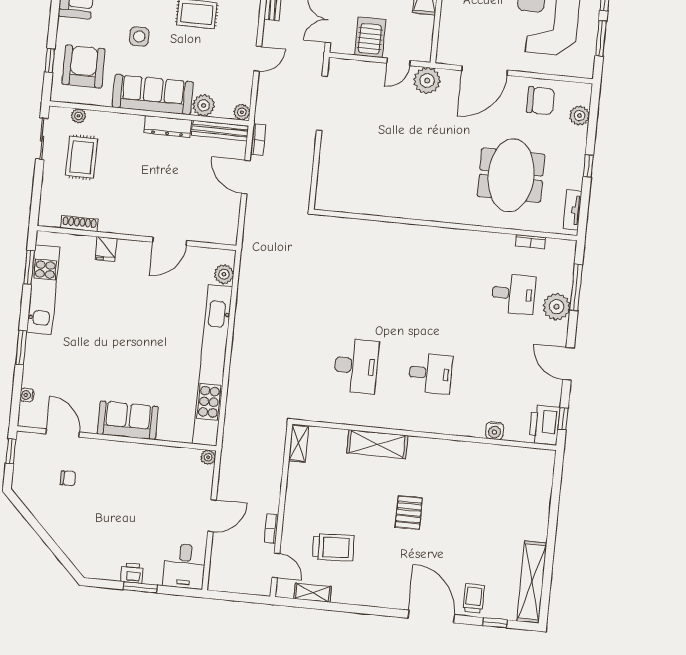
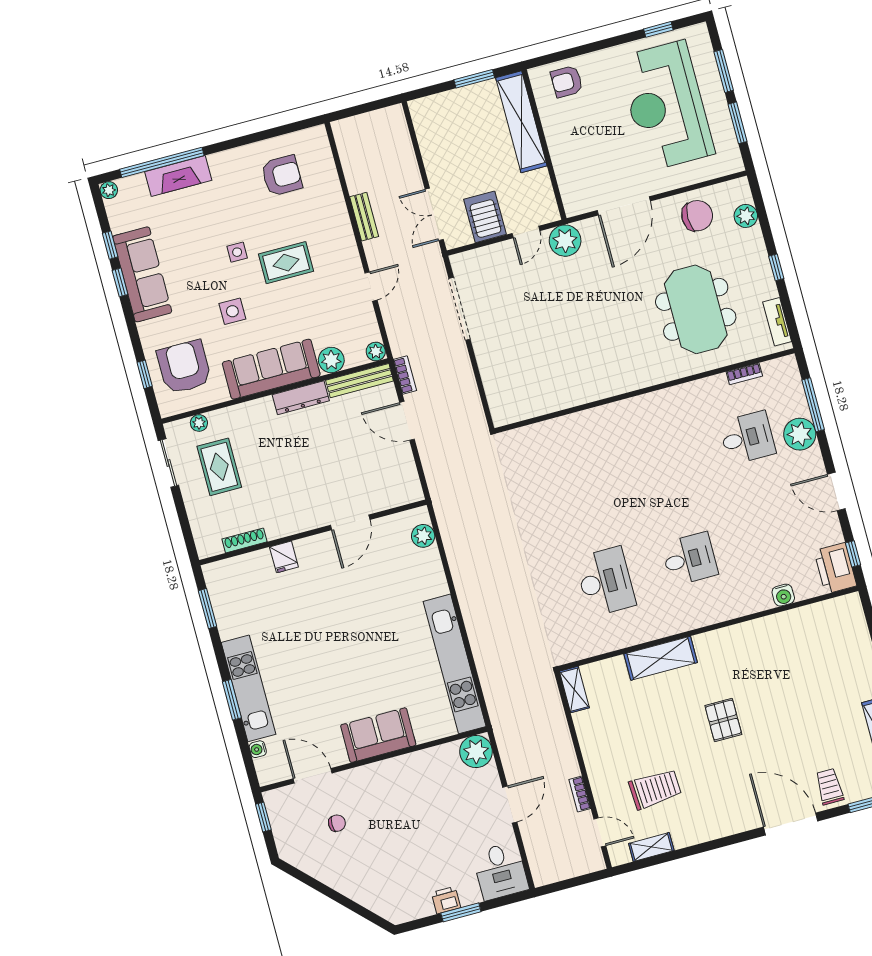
kitchen unit: (43, 290) -> (248, 688), moved
kitchen unit: (213, 365) -> (455, 664), width x0.73
plant: (208, 457) -> (476, 752), width x1.88, depth x1.88

